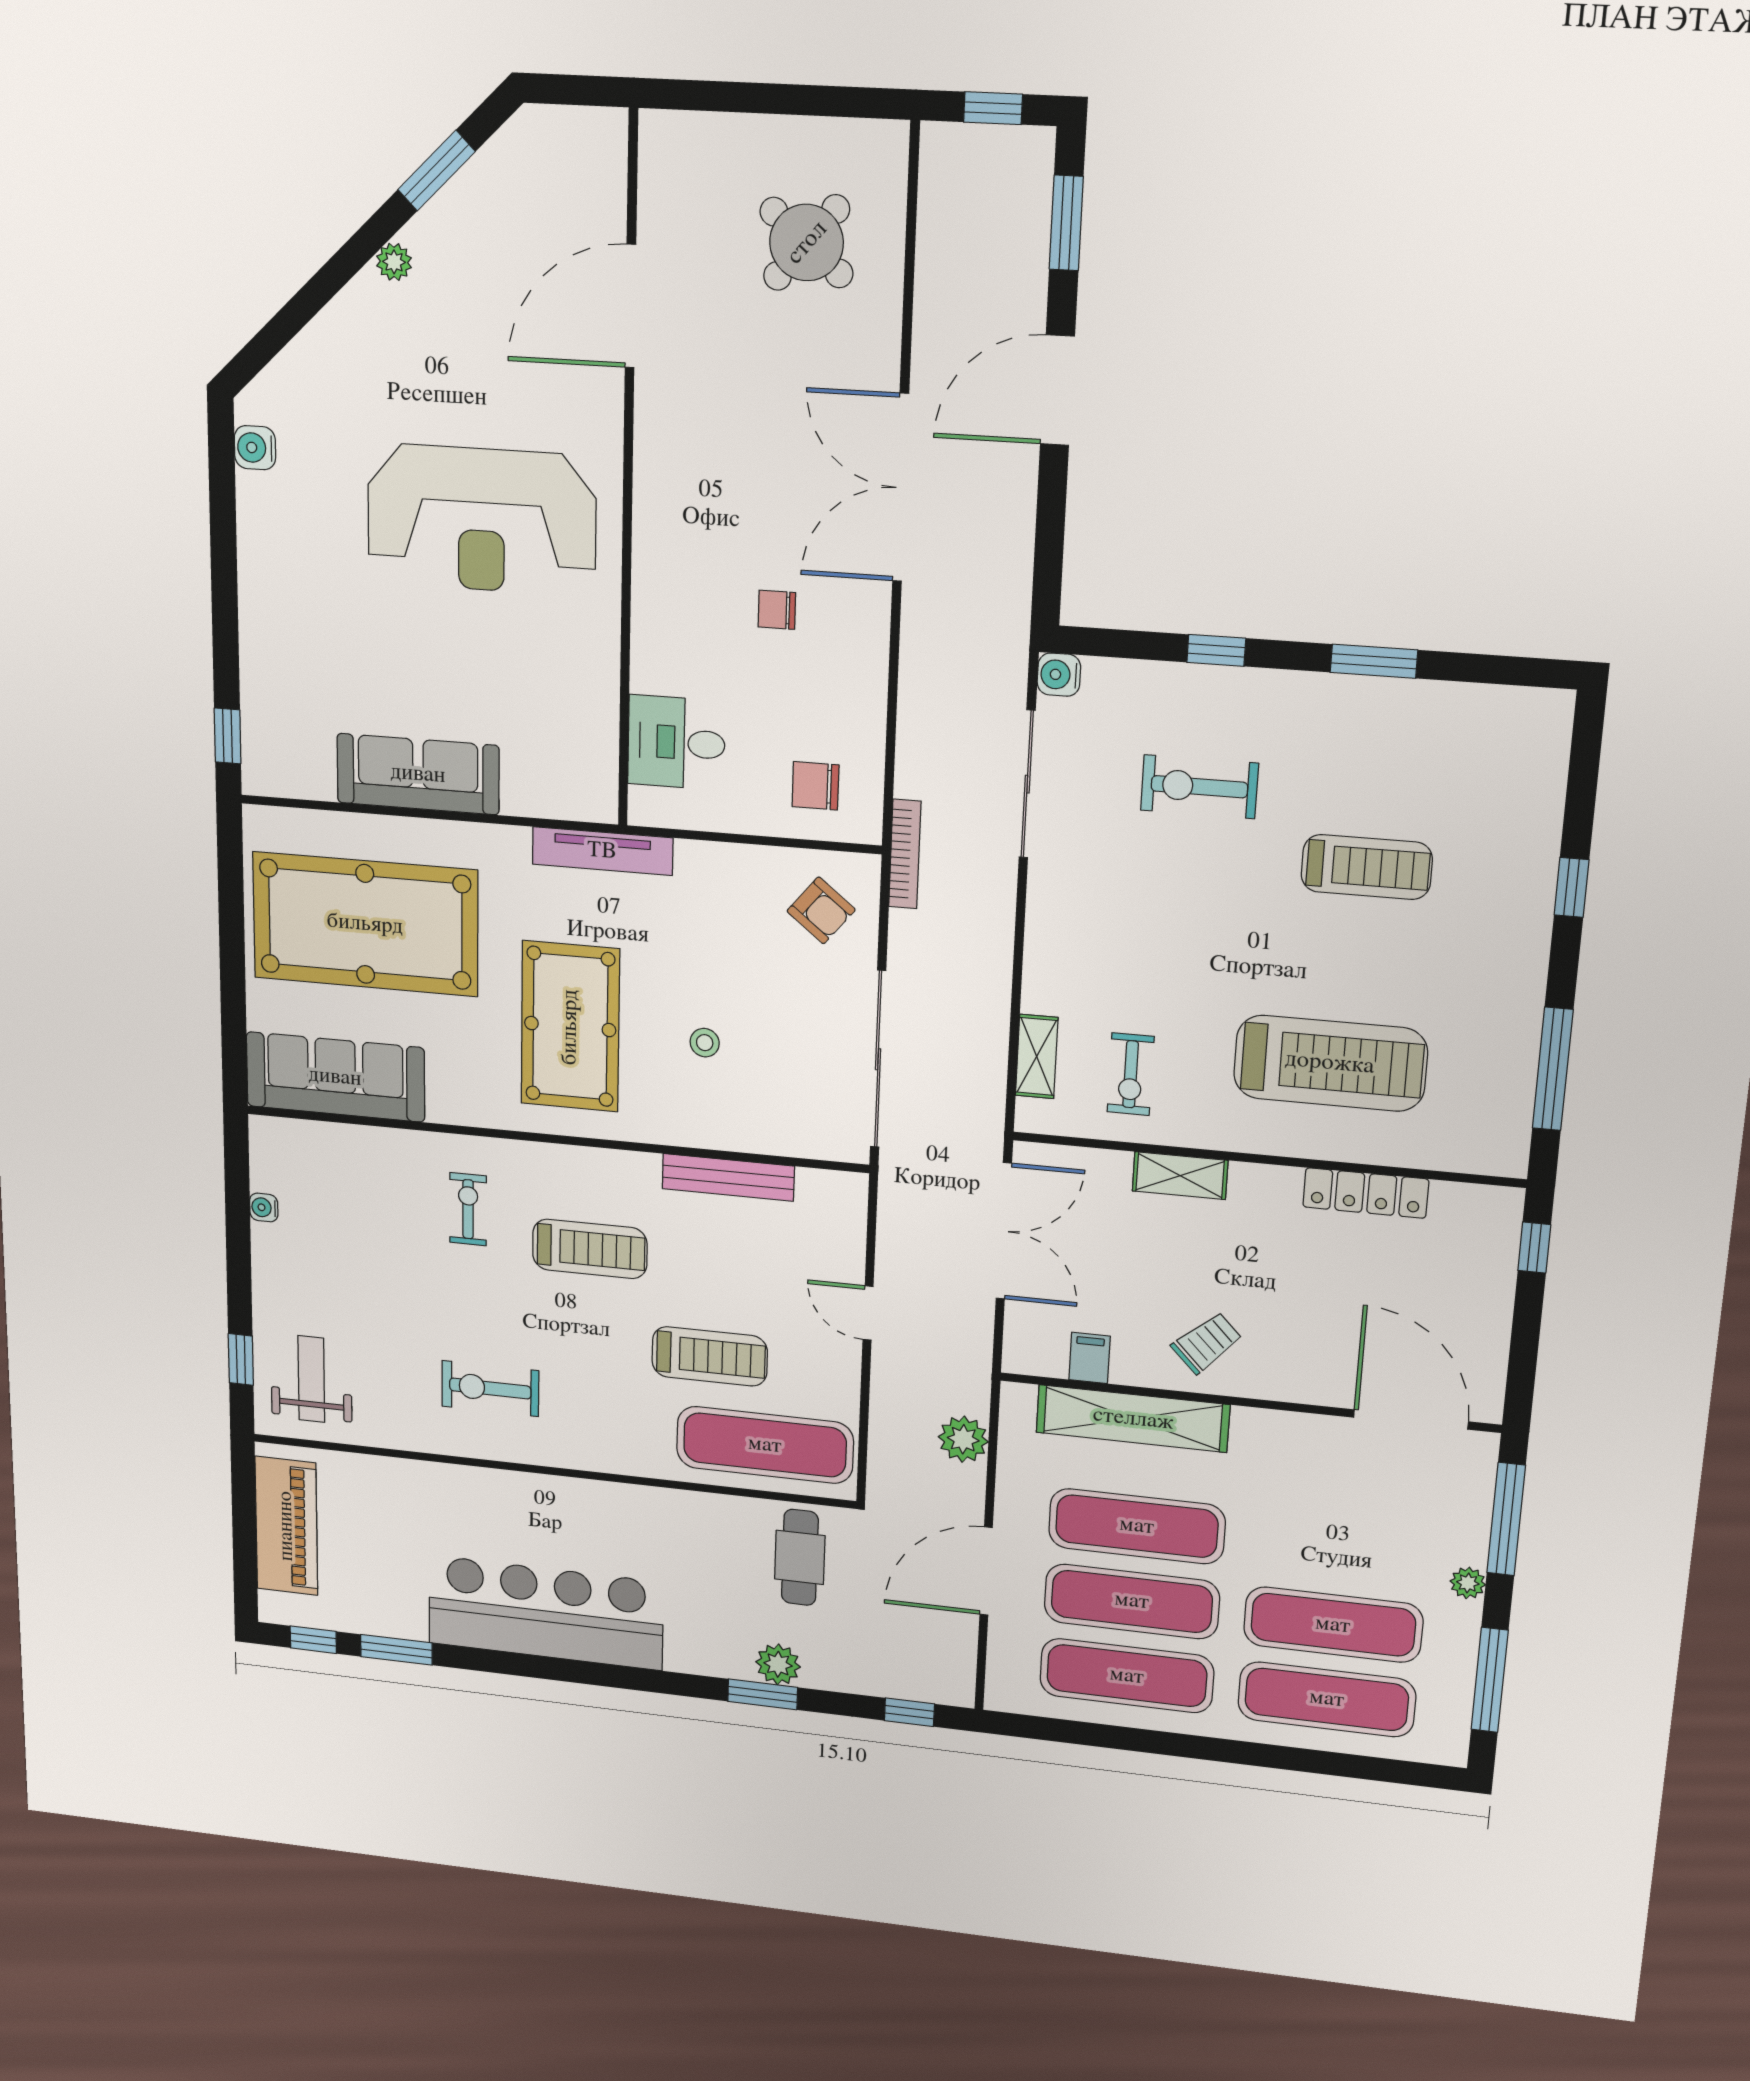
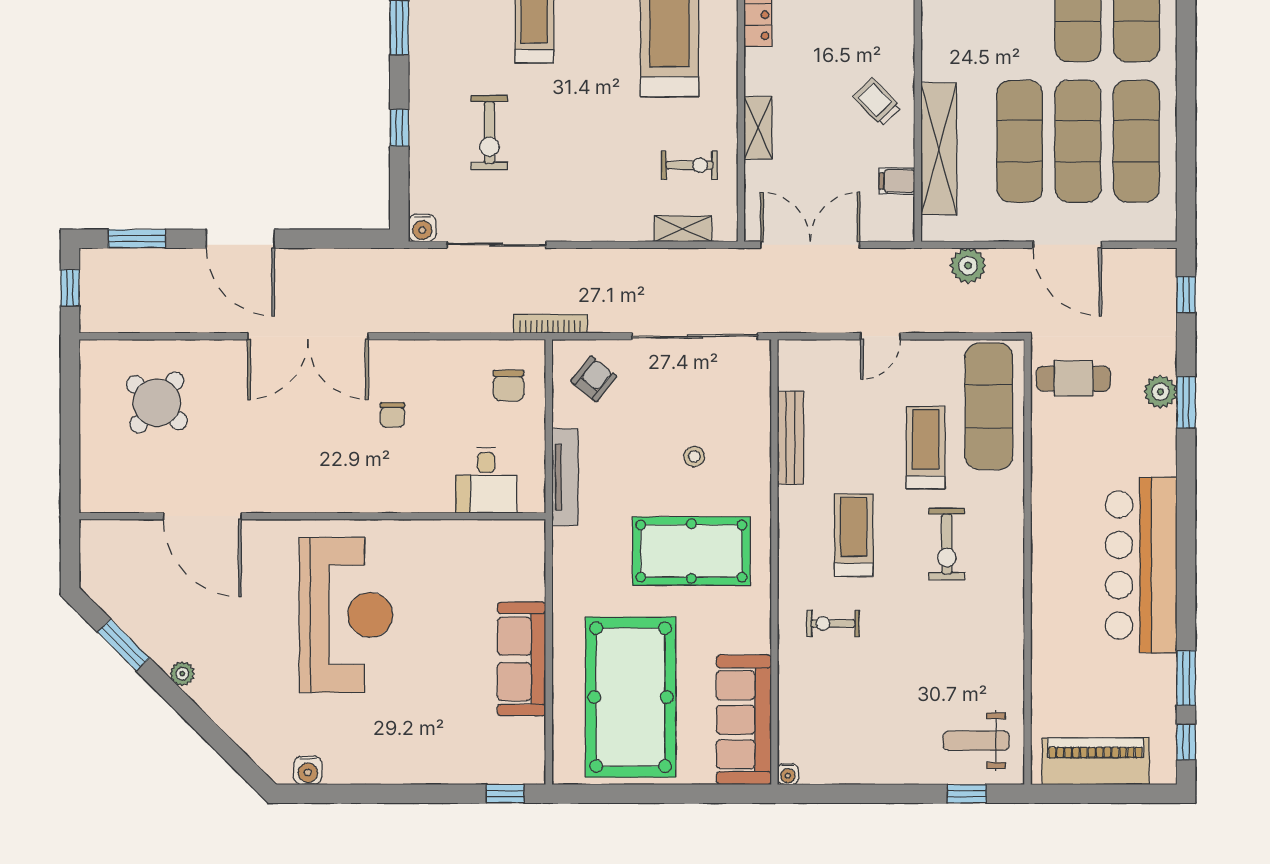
tv unit: (602, 851) -> (565, 477), moved
water cooler: (264, 1207) -> (788, 774), moved
exercise bike: (490, 1388) -> (947, 544), moved

